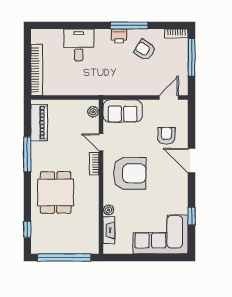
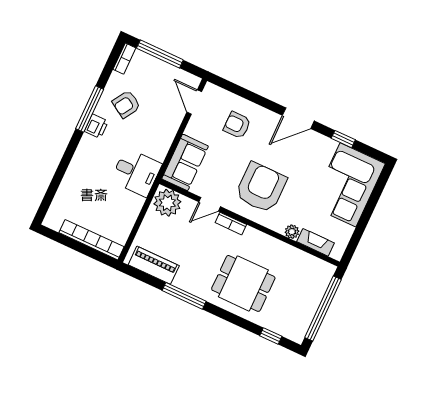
desk: (79, 45) -> (136, 172), moved, turned 180
plant: (93, 112) -> (167, 203), width x1.88, depth x1.88
door: (191, 161) -> (298, 118), moved

